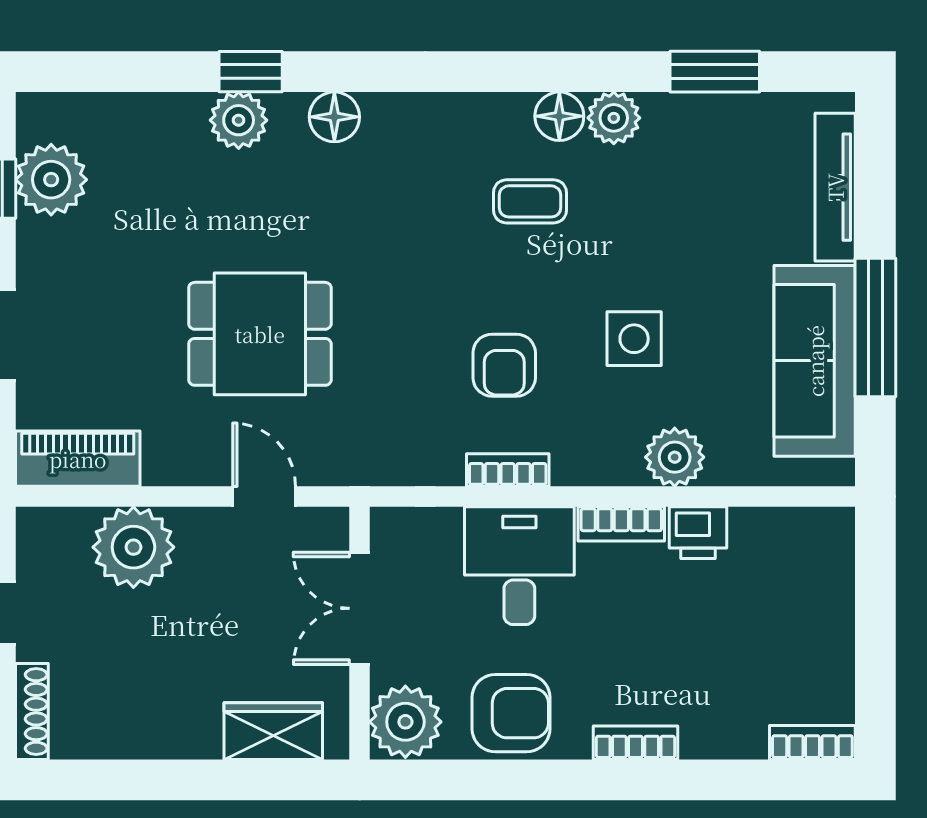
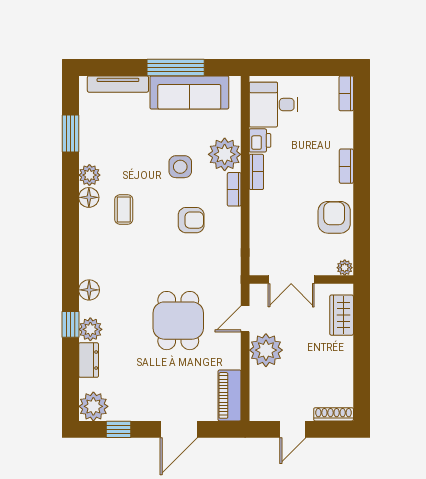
dresser: (164, 116) -> (89, 360), added
plant: (51, 180) -> (93, 406), moved
plant: (675, 457) -> (225, 154), width x1.36, depth x1.36
bookcase: (508, 470) -> (234, 189), moved
plant: (133, 547) -> (266, 350), moved
desk: (519, 566) -> (274, 105), moved
plant: (405, 722) -> (345, 268), width x0.53, depth x0.53

